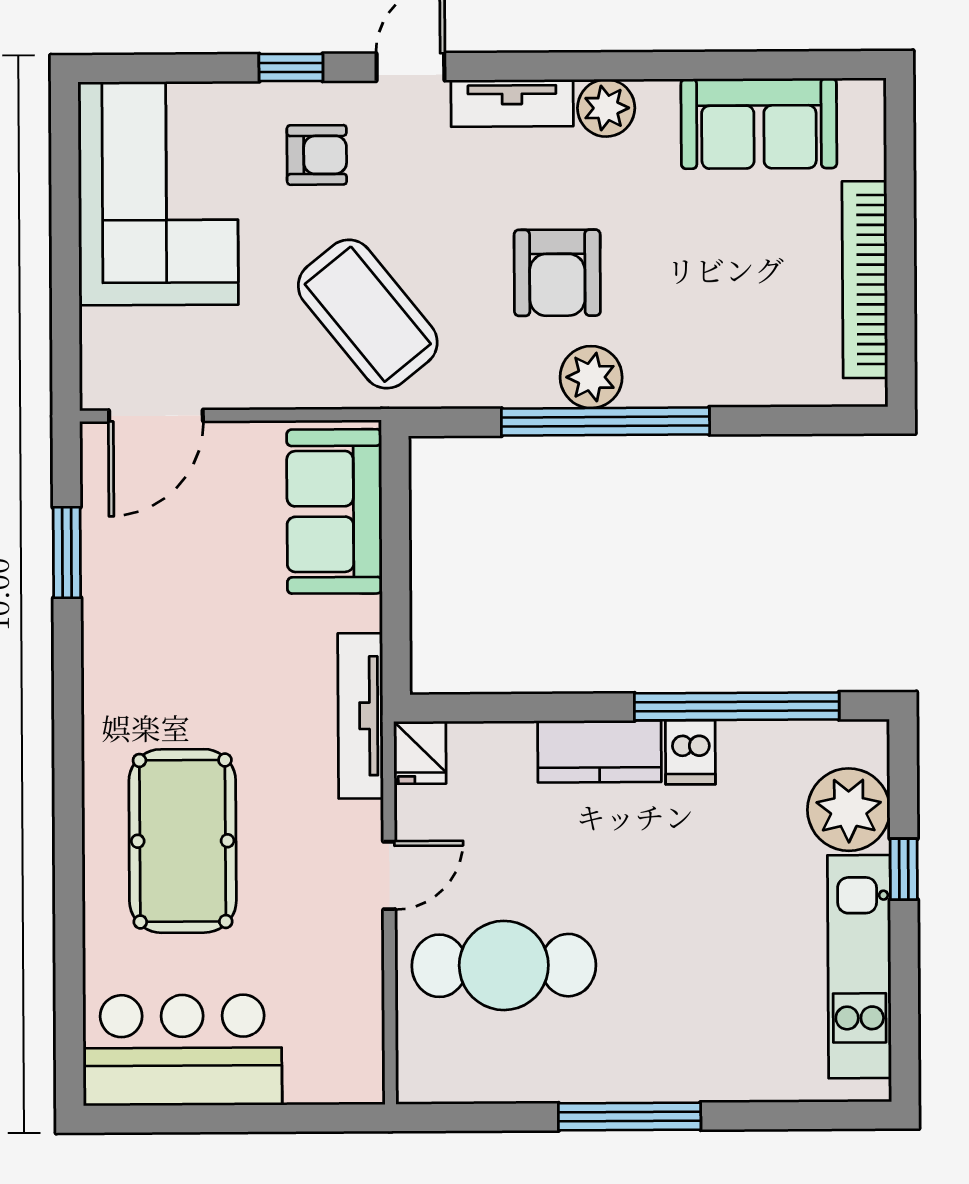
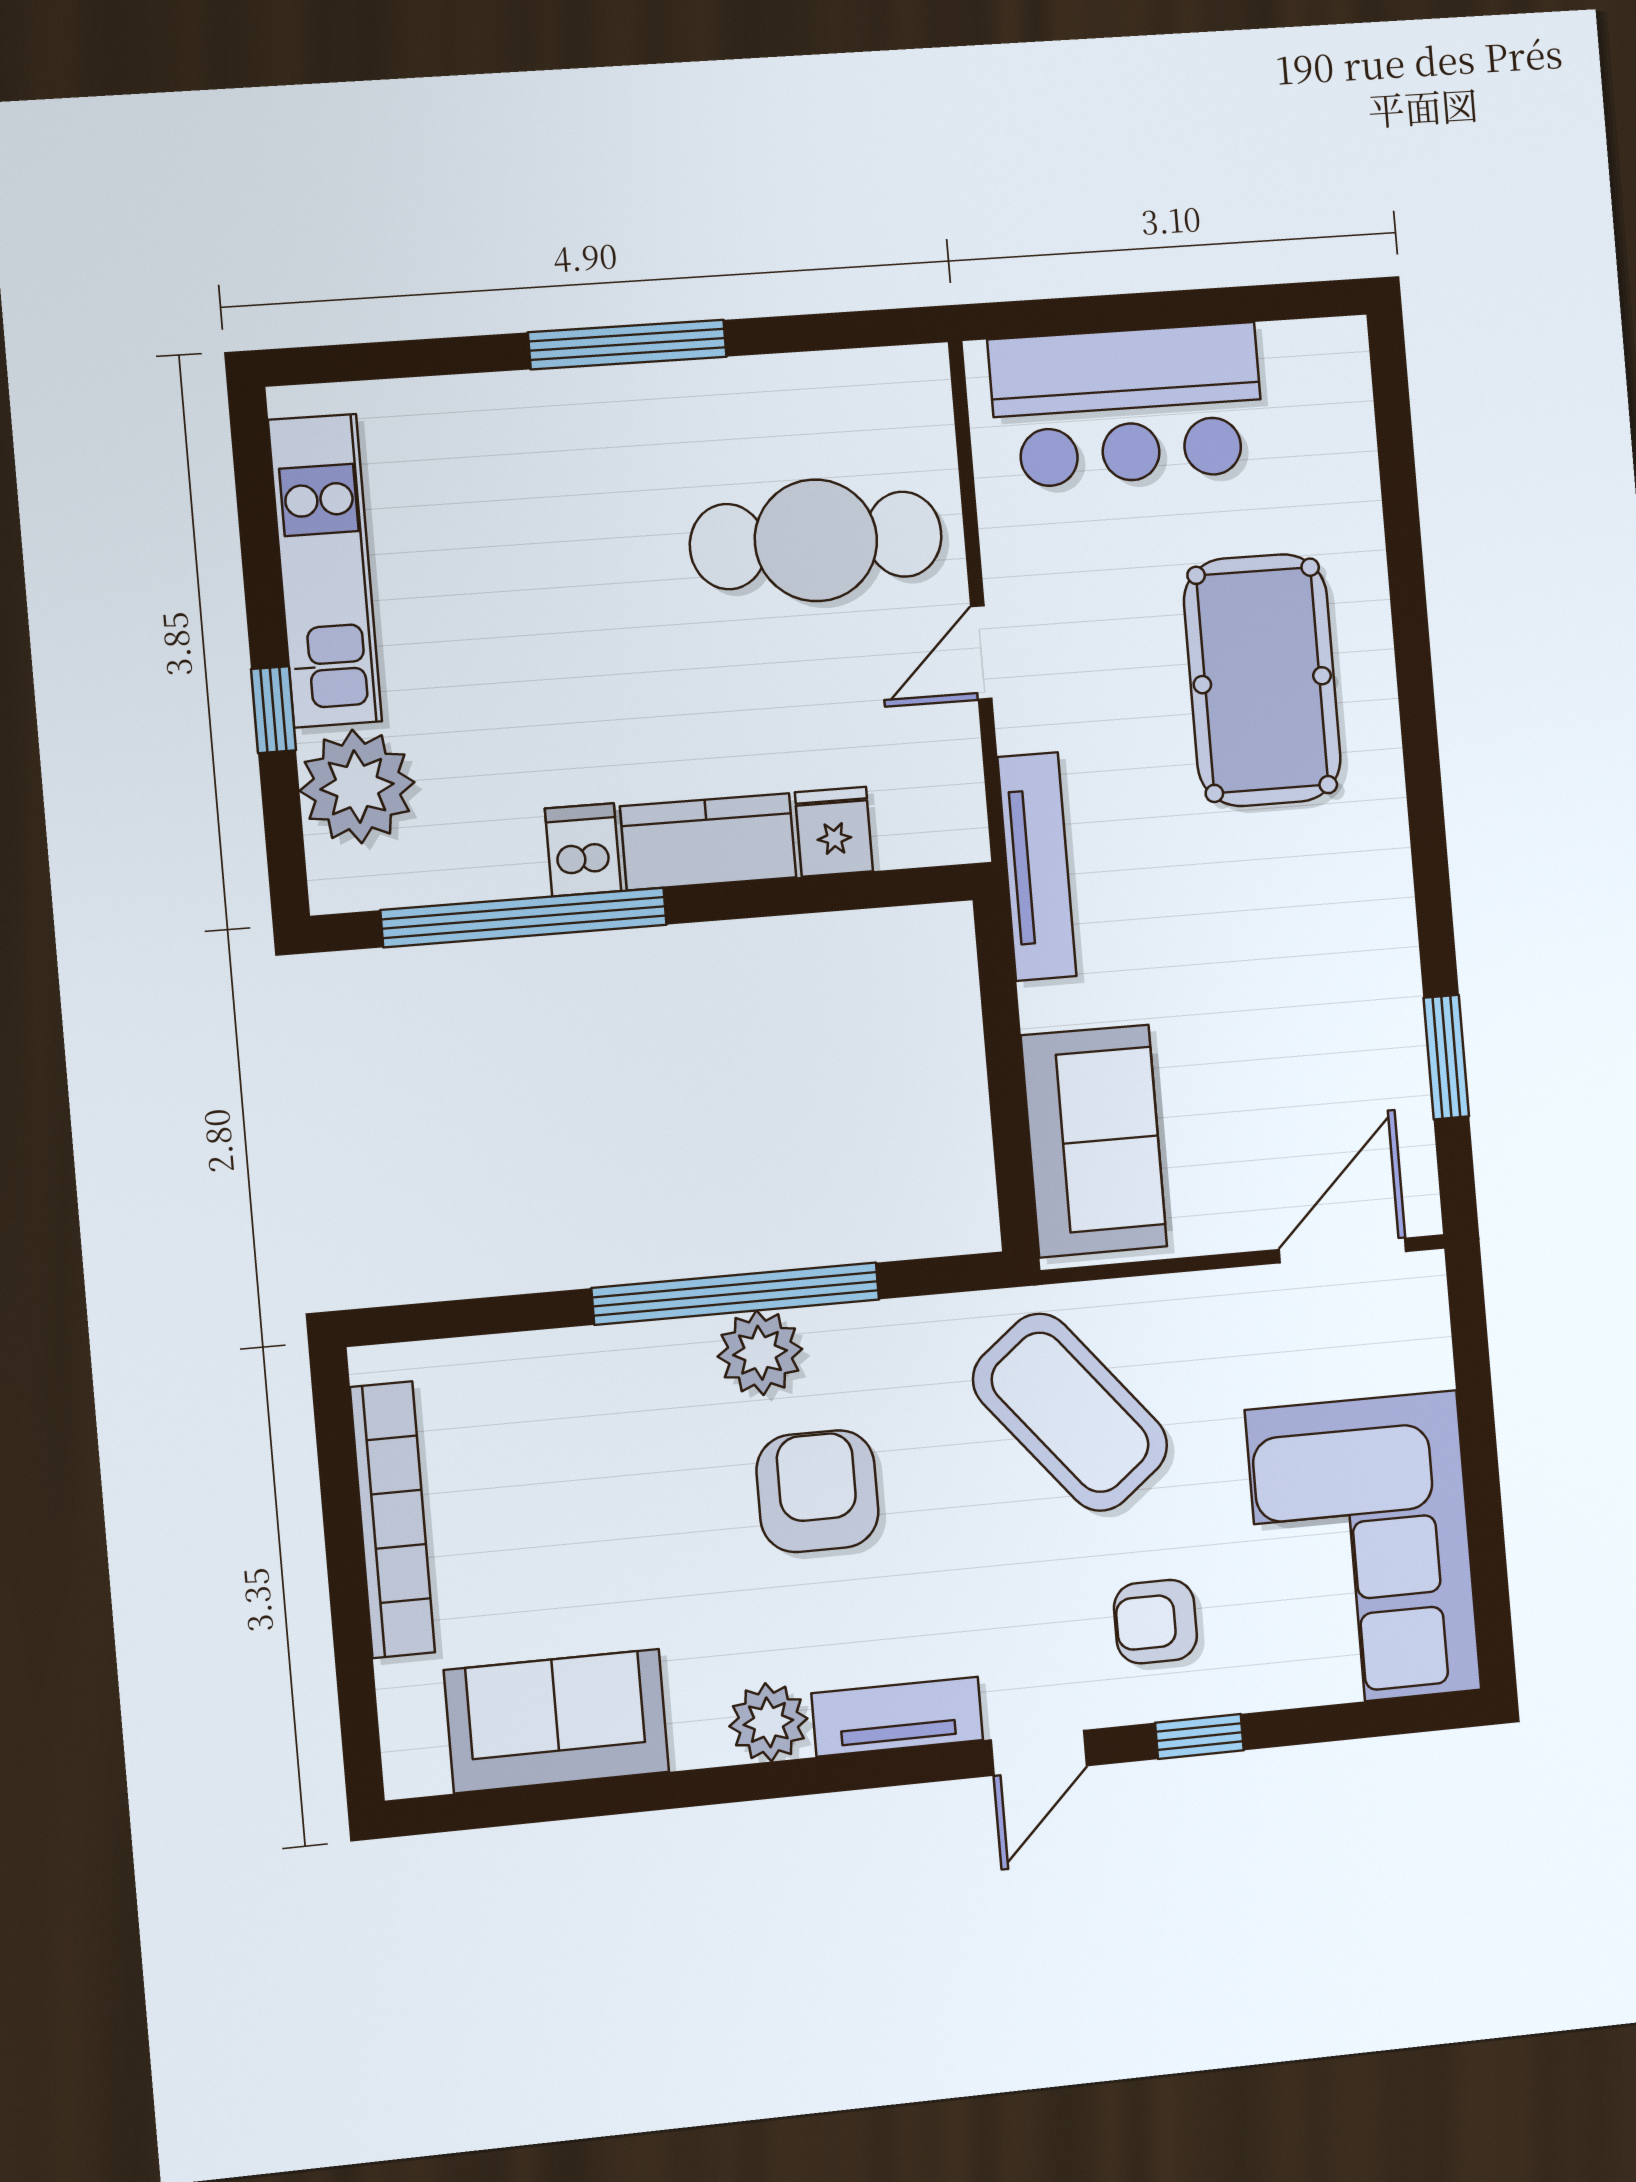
fridge: (420, 753) -> (834, 832), moved
bar counter: (182, 1050) -> (1127, 405), moved

